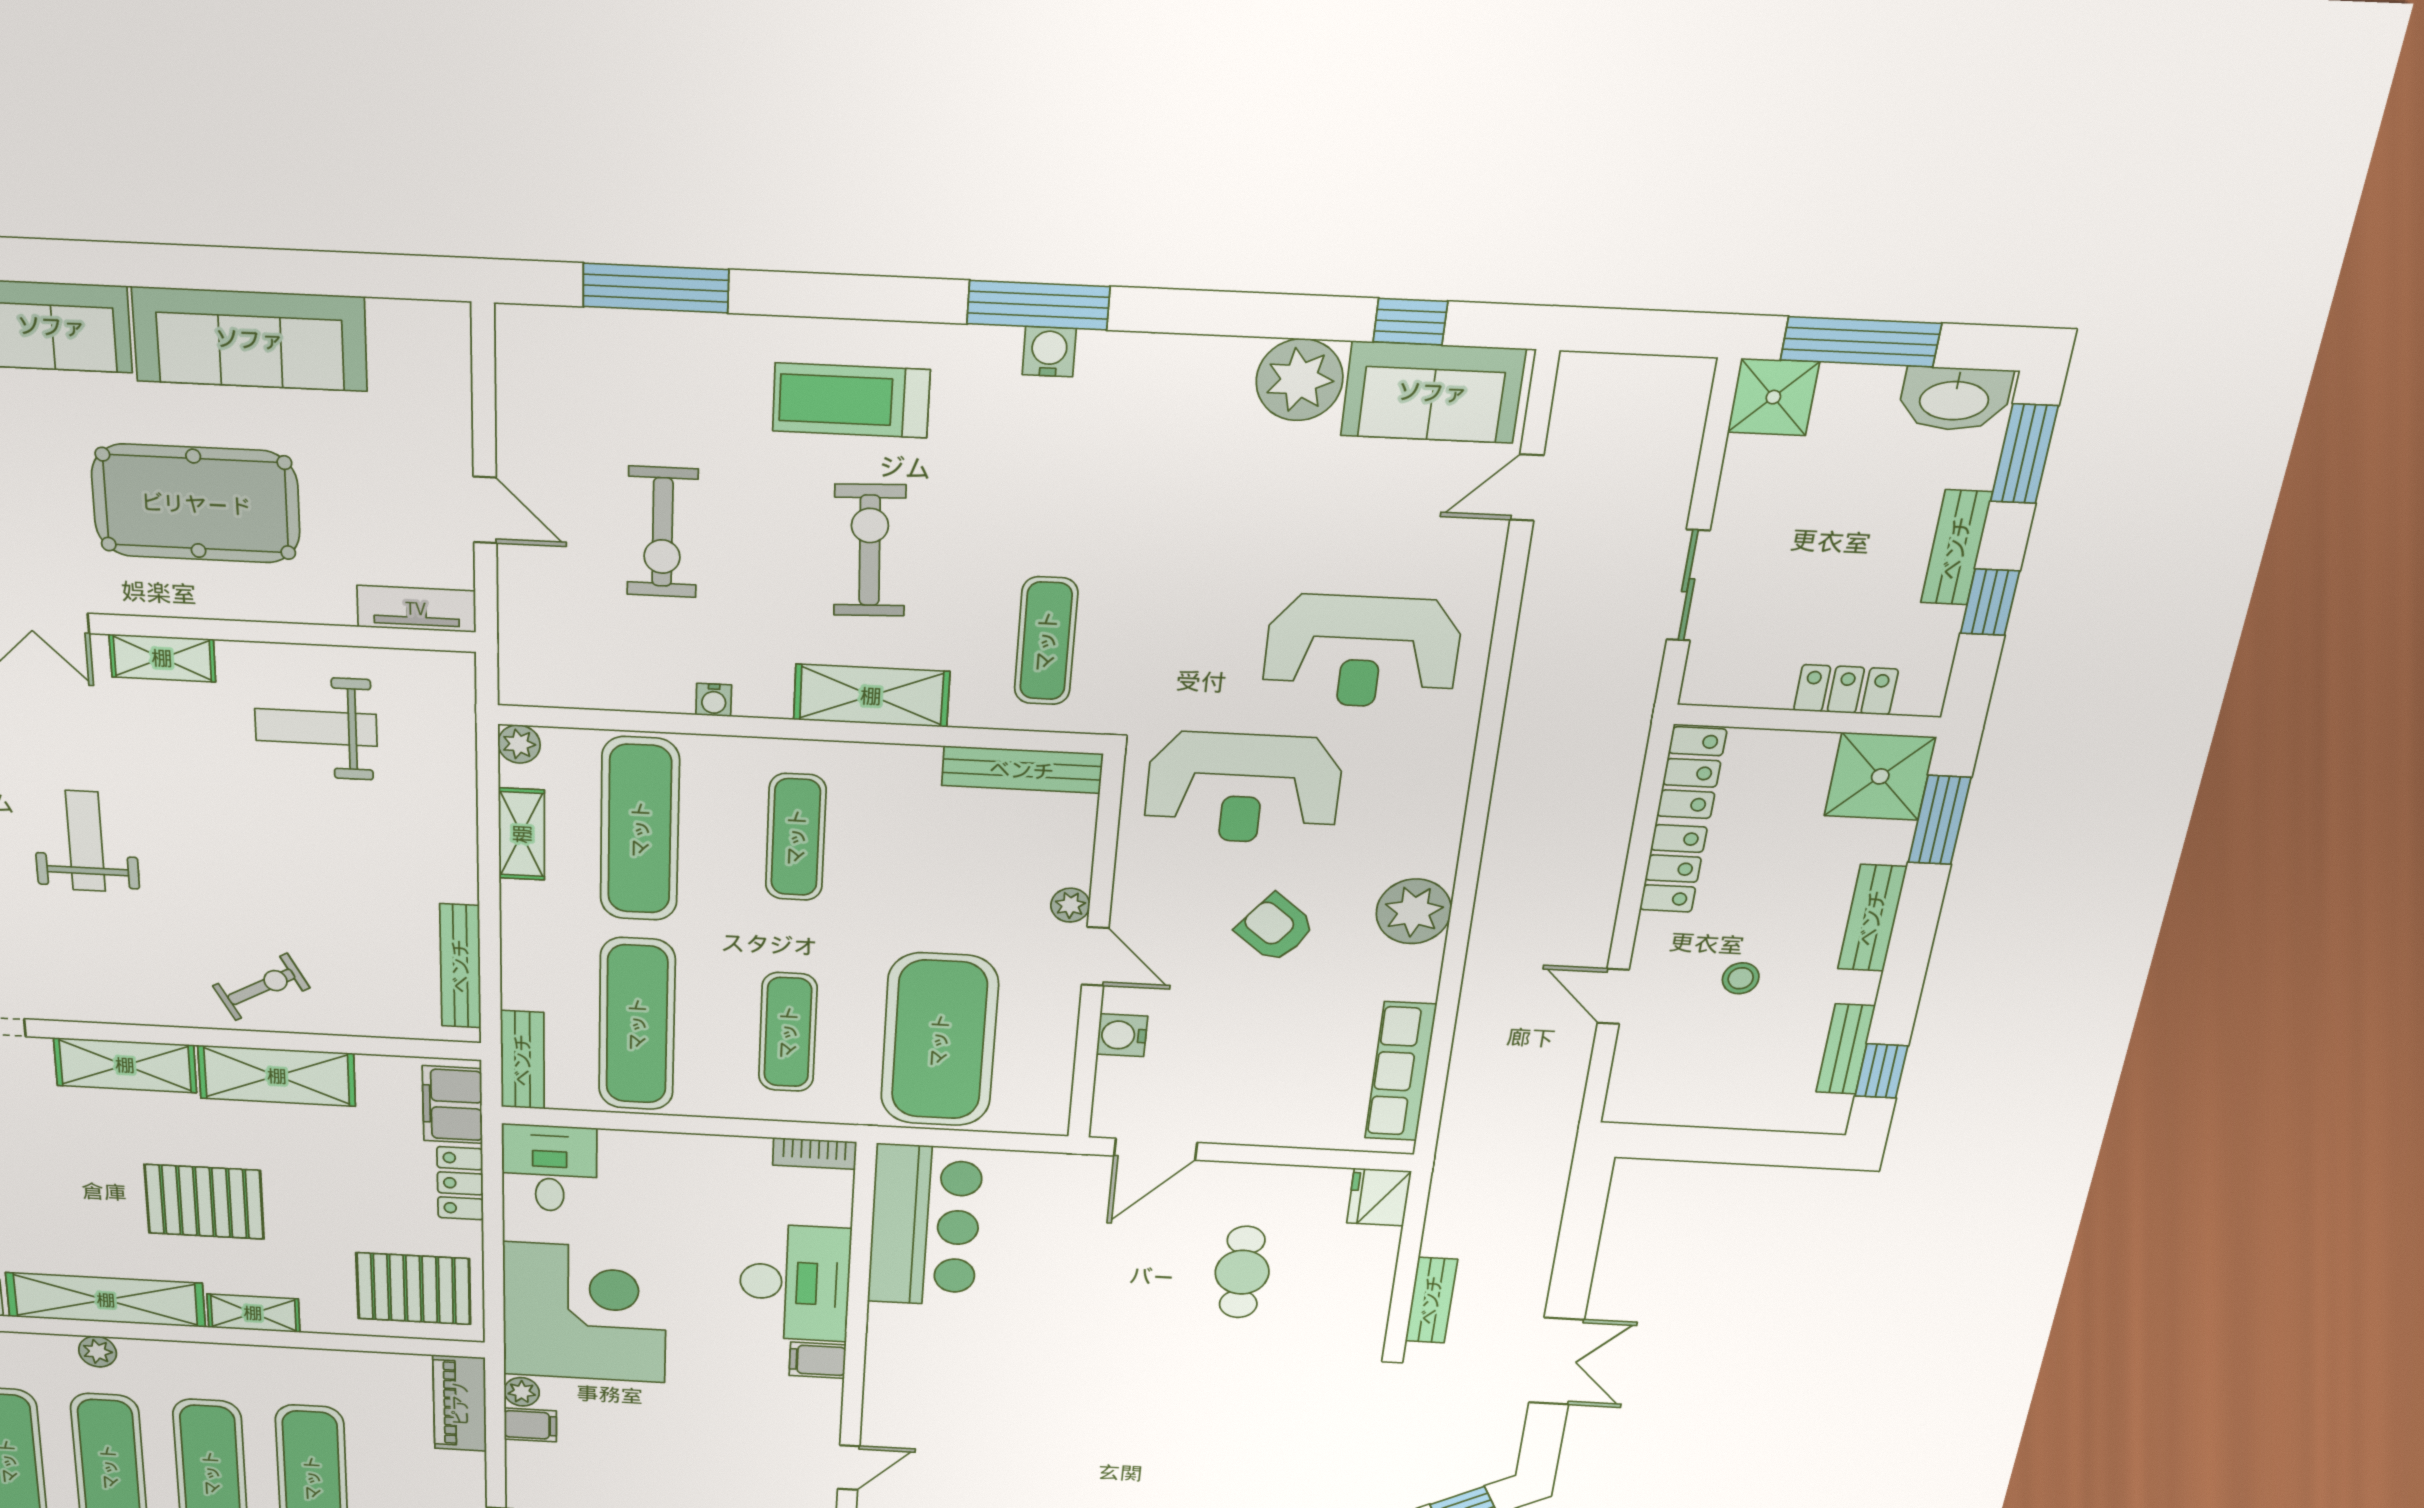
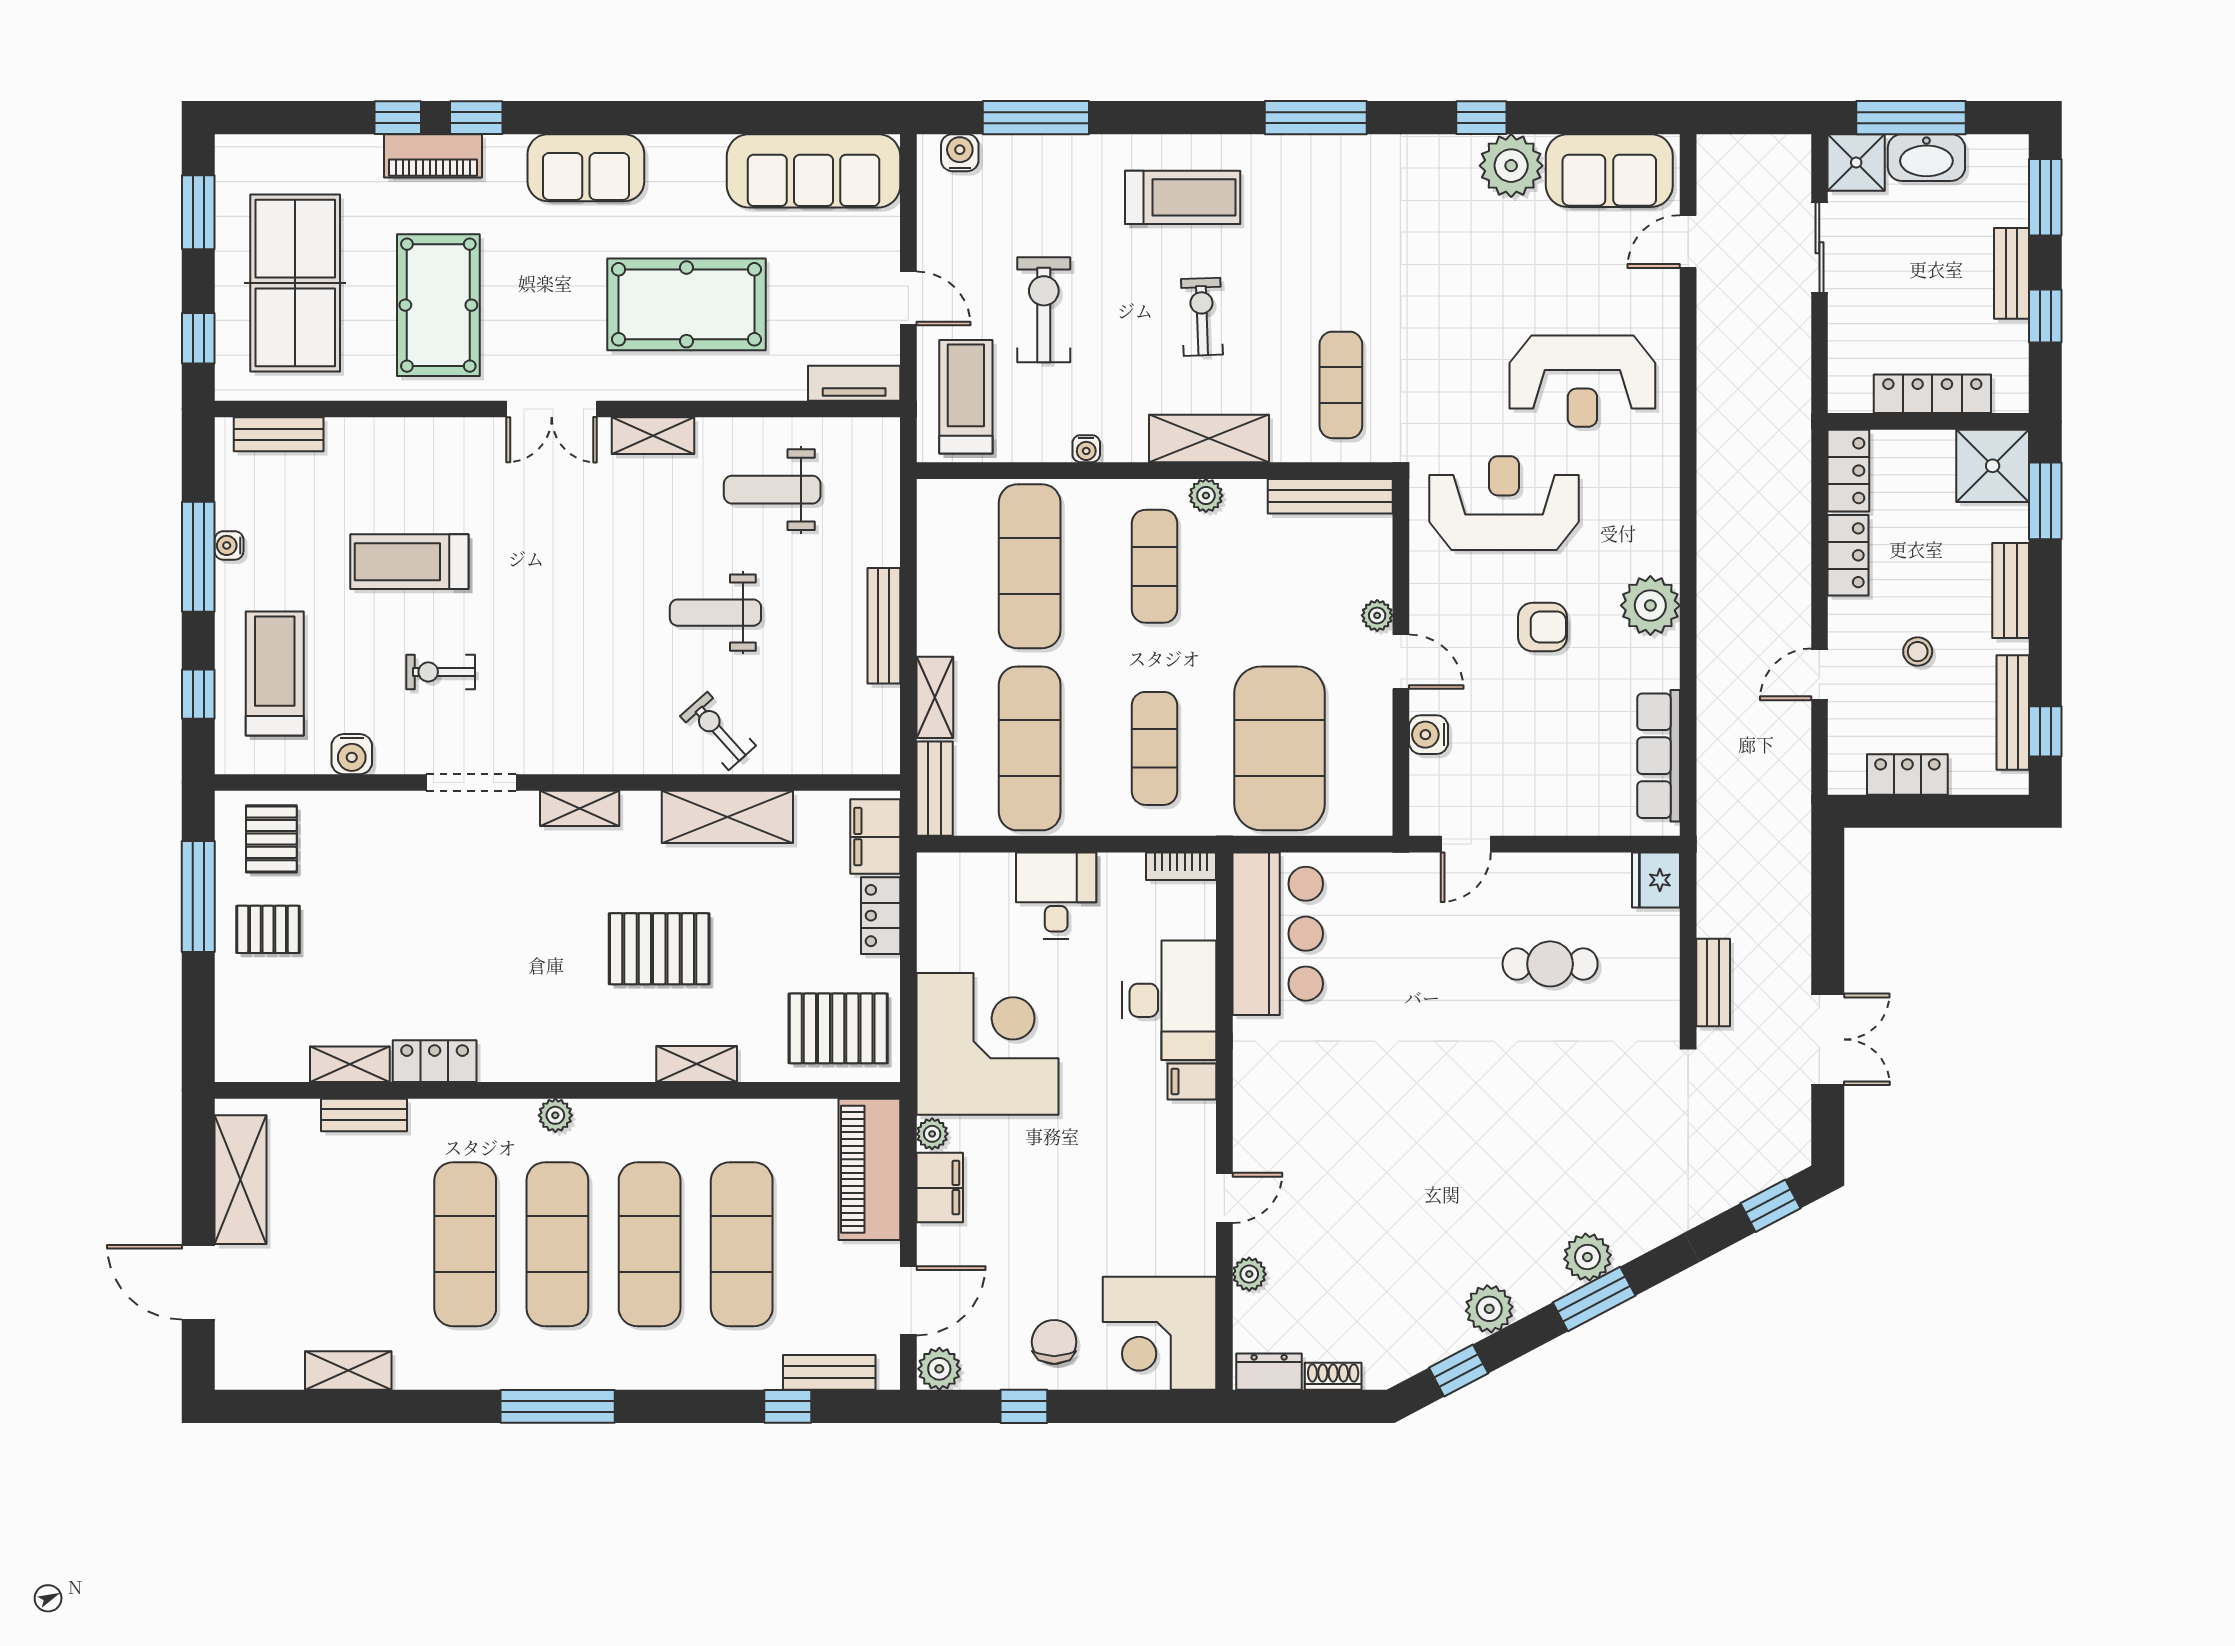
window: (1410, 322) -> (1481, 118), moved
sofa: (250, 339) -> (814, 171), moved
water cooler: (1049, 352) -> (960, 153), moved
washbasin: (1954, 399) -> (1926, 158), moved
treadmill: (851, 400) -> (1183, 197), turned 180
exercise bike: (662, 532) -> (1044, 310), turned 180
exercise bike: (870, 550) -> (1202, 317), width x0.73, depth x0.72
sliding door: (1688, 585) -> (1819, 248), moved
treadmill: (560, 632) -> (966, 397), added
locker: (1846, 690) -> (1932, 394), width x1.53
plant: (519, 744) -> (1206, 496), moved
reception desk: (1243, 788) -> (1504, 503), turned 180
shelving: (522, 834) -> (935, 697), moved
weight bench: (85, 841) -> (715, 613), moved, turned -90
armchair: (1275, 928) -> (1543, 627), turned 141
bench: (460, 966) -> (884, 626), moved
exercise bike: (261, 987) -> (718, 731), turned -103
door: (1613, 996) -> (1819, 674), hinge flipped
bench: (1846, 1049) -> (2013, 713), width x1.36
shelving: (125, 1065) -> (580, 808), width x0.67, depth x0.75
locker: (1702, 1107) -> (1907, 774), added
door: (1156, 1149) -> (1466, 844), width x0.73
desk: (550, 1168) -> (1056, 895), moved
cafe table: (1242, 1272) -> (1550, 964), turned 90
shelving: (106, 1300) -> (566, 1058), removed
piano: (460, 1403) -> (869, 1169), width x1.37, depth x1.33
filing cabinet: (530, 1425) -> (940, 1188), width x2.00

